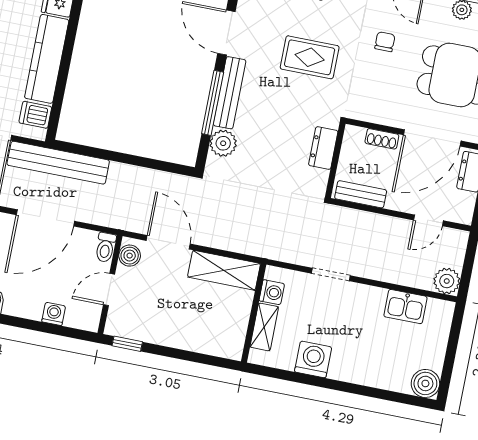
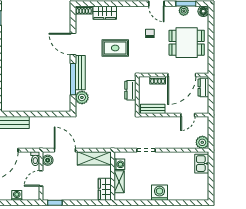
kitchen sink: (405, 307) -> (202, 164), moved, turned 90
wardrobe: (233, 336) -> (105, 189), added
washing machine: (313, 359) -> (160, 193), moved
boiler: (425, 383) -> (202, 193), removed

